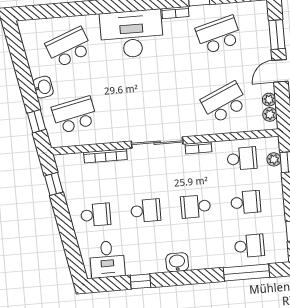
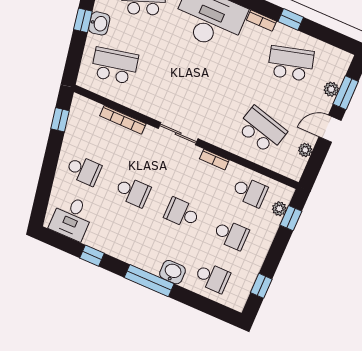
school desk: (224, 102) -> (262, 130), turned 39
plant: (270, 114) -> (331, 89), moved
window: (36, 121) -> (83, 20), moved
sliding door: (157, 143) -> (178, 134), width x0.73
washbasin: (177, 262) -> (173, 272), moved
window: (246, 273) -> (149, 281), moved

